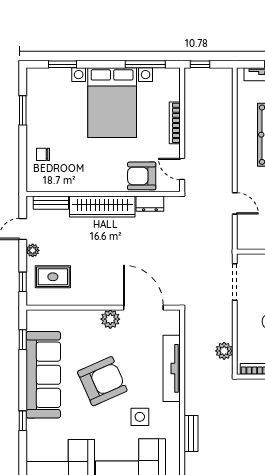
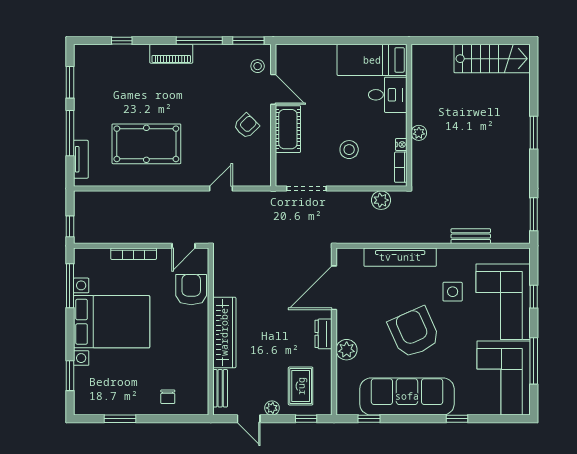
armchair: (142, 176) -> (191, 290), turned 180
dresser: (150, 204) -> (323, 334), moved, turned 180
plant: (110, 319) -> (347, 350), moved

